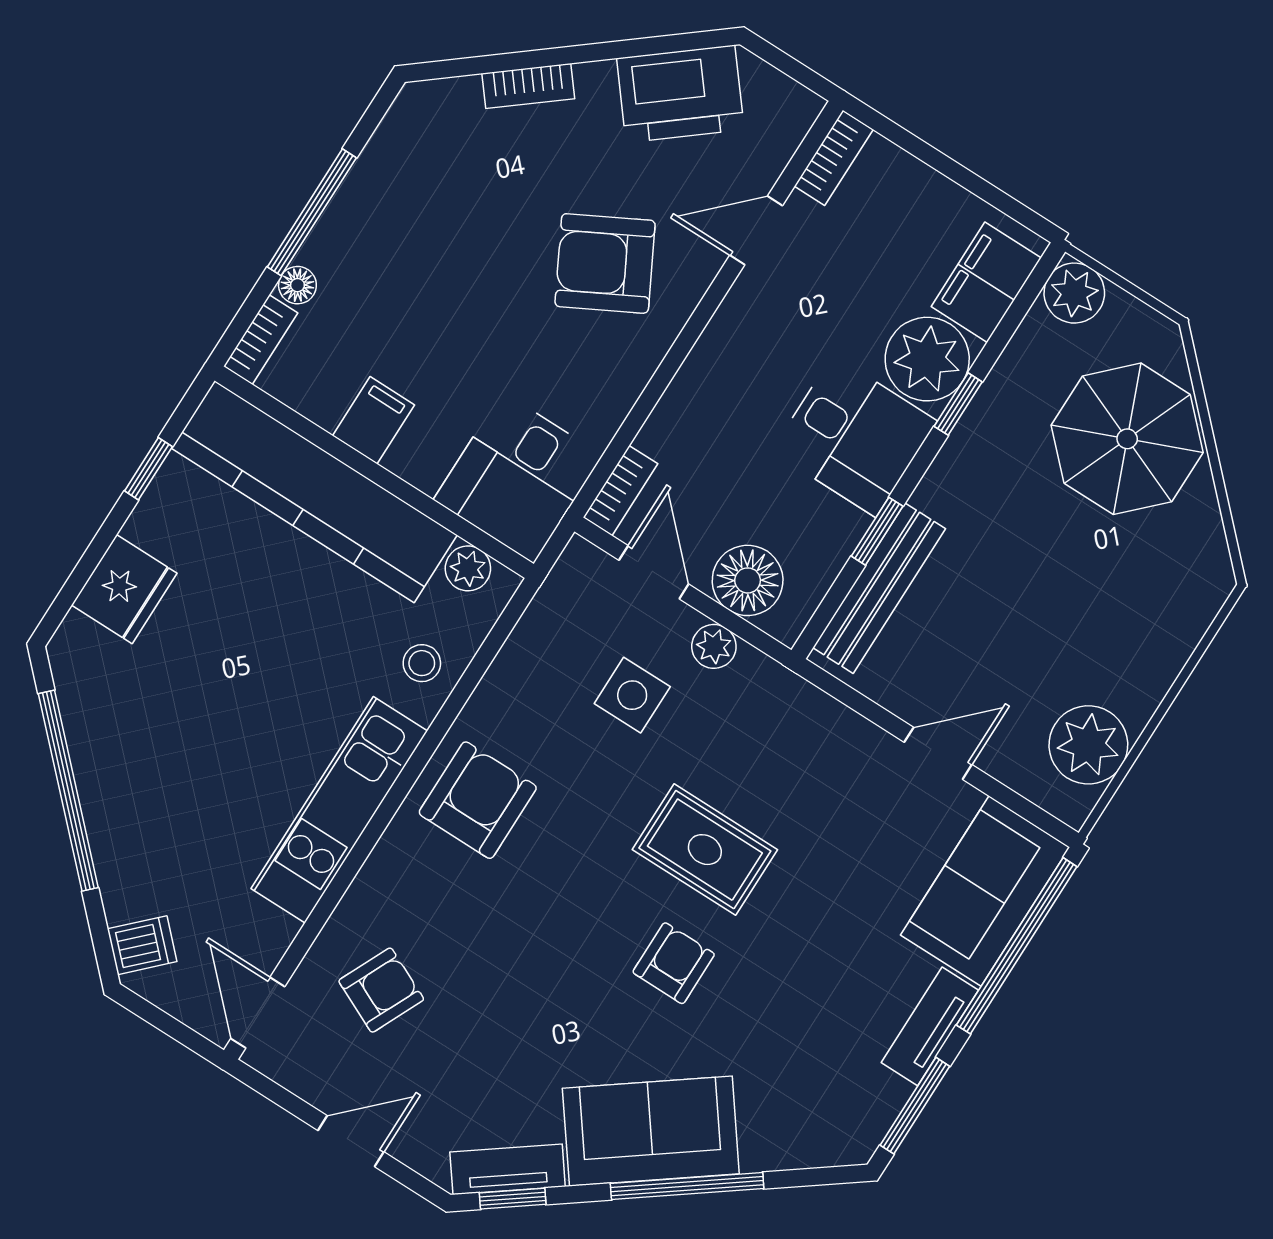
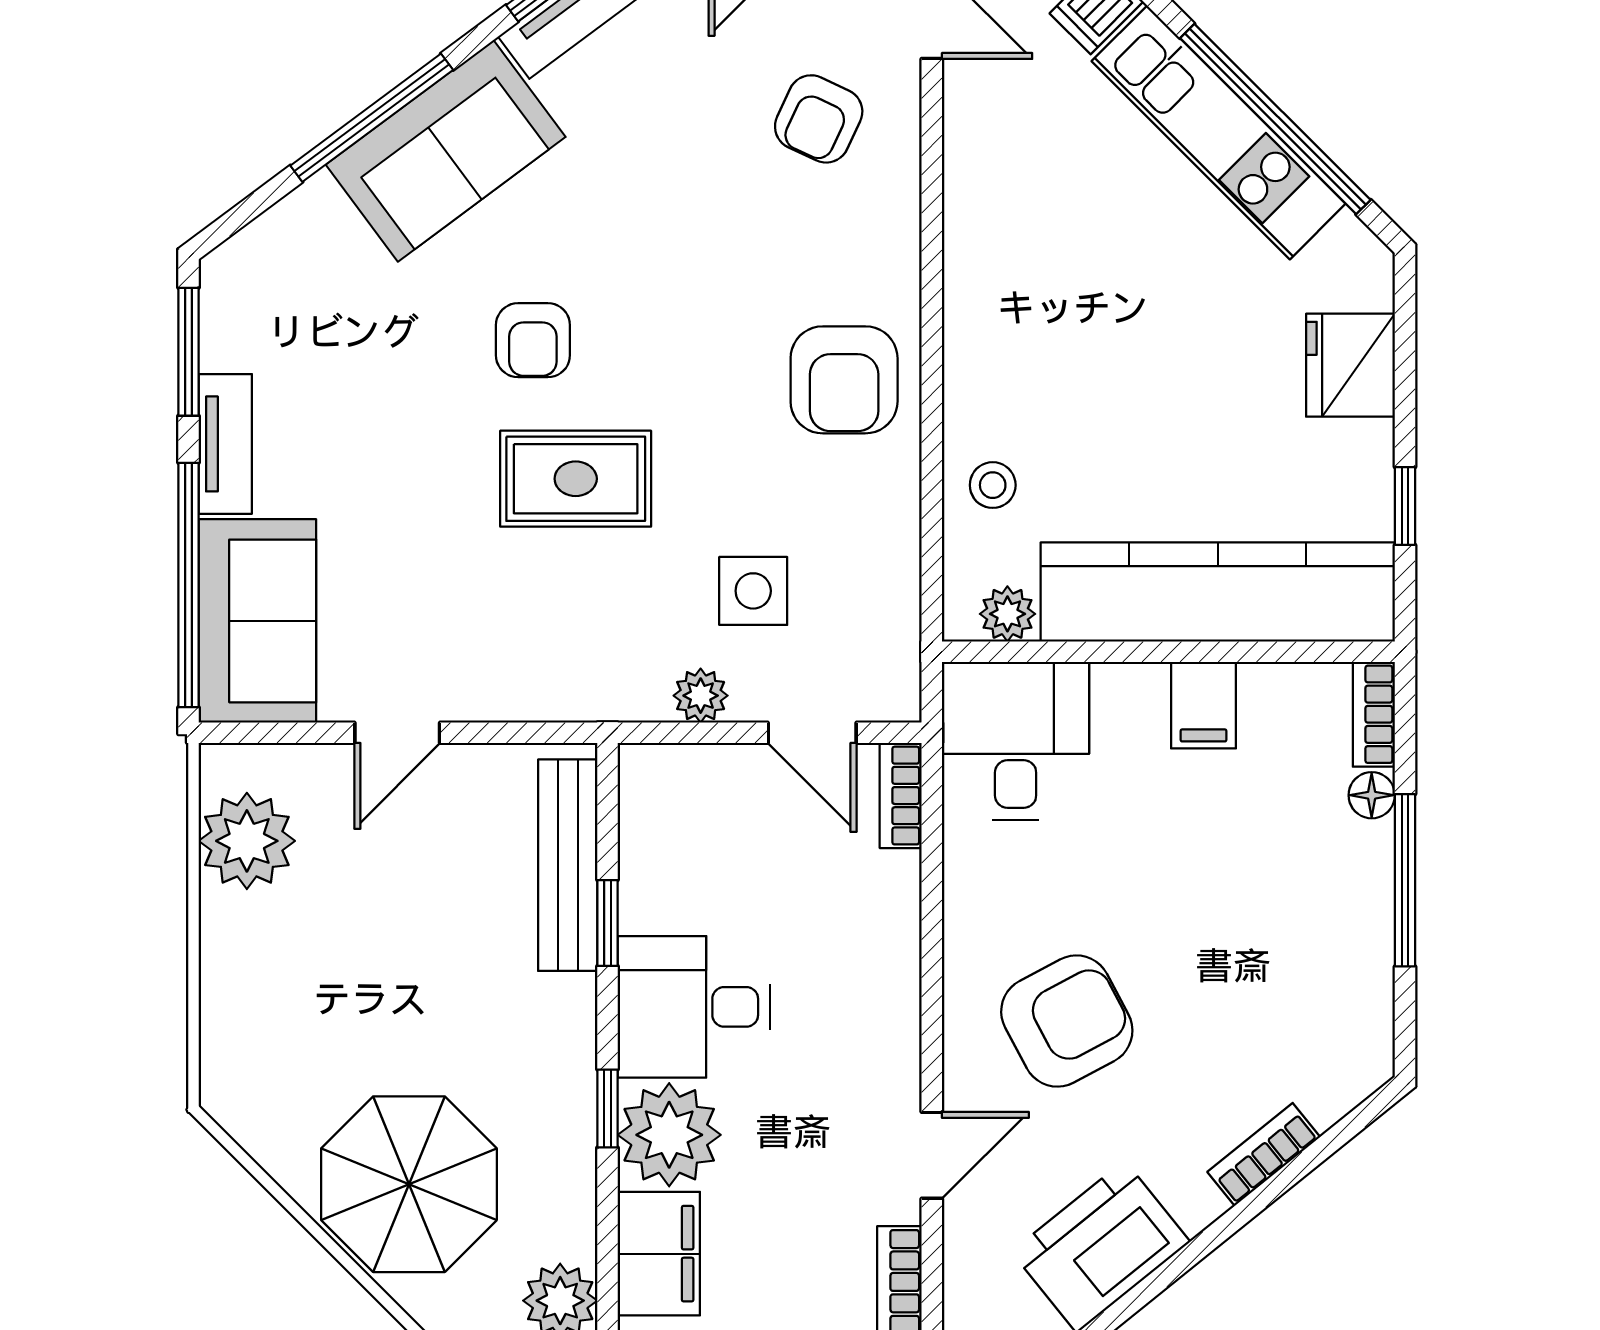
floor lamp: (748, 580) -> (709, 786), removed
kitchen unit: (339, 810) -> (1219, 132), moved, turned 135

